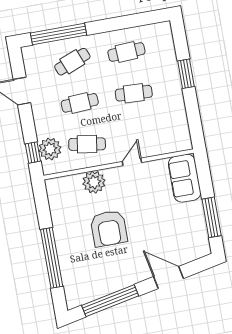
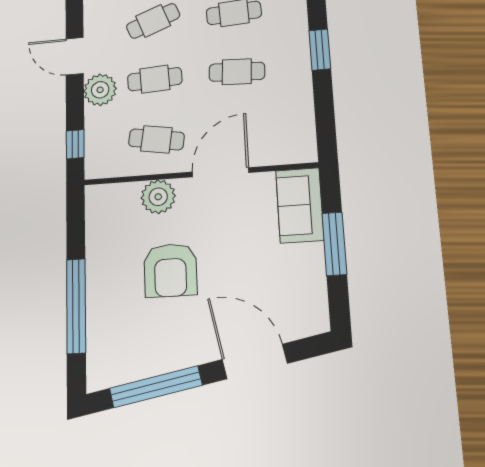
plant: (50, 149) -> (100, 90), moved
door: (132, 162) -> (220, 172), width x1.87
window: (212, 217) -> (334, 244), moved
door: (168, 278) -> (255, 361), width x1.36

